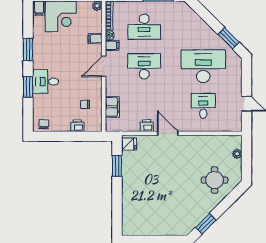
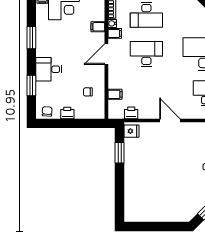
window: (28, 87) -> (31, 85), moved
filing cabinet: (112, 107) -> (115, 94), width x0.50
printer: (77, 126) -> (67, 113), moved
printer: (147, 126) -> (131, 113), moved

